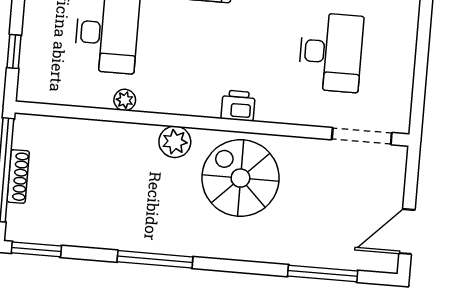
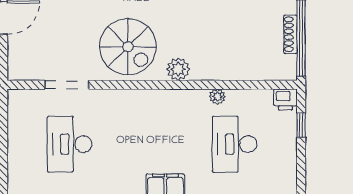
printer: (238, 106) -> (285, 99), moved
doorway: (362, 136) -> (67, 85), moved

